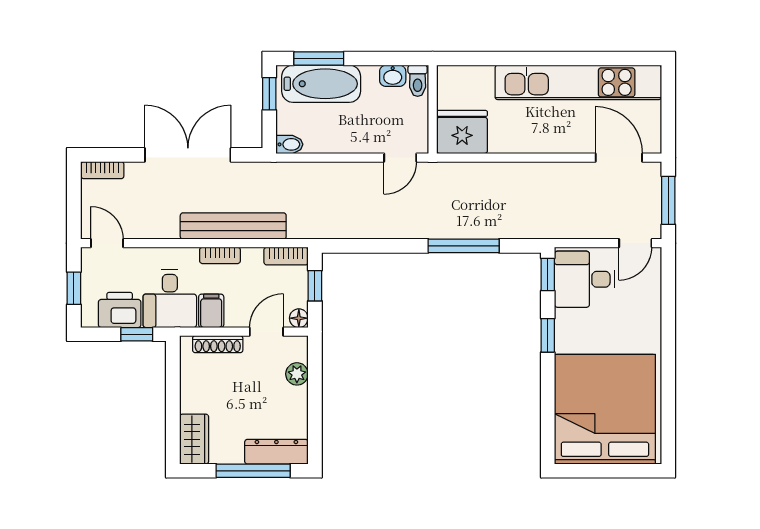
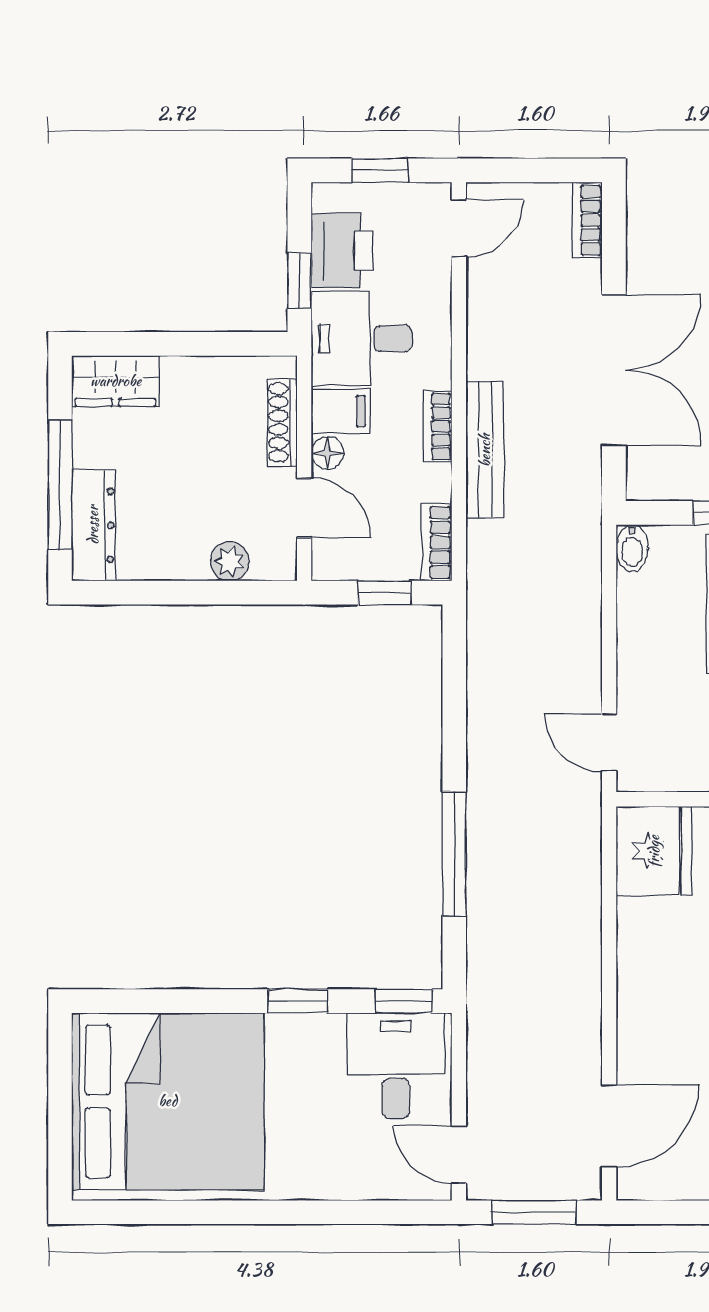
bench: (233, 226) -> (485, 450), width x0.73, depth x0.82
floor lamp: (299, 318) -> (327, 453), moved

